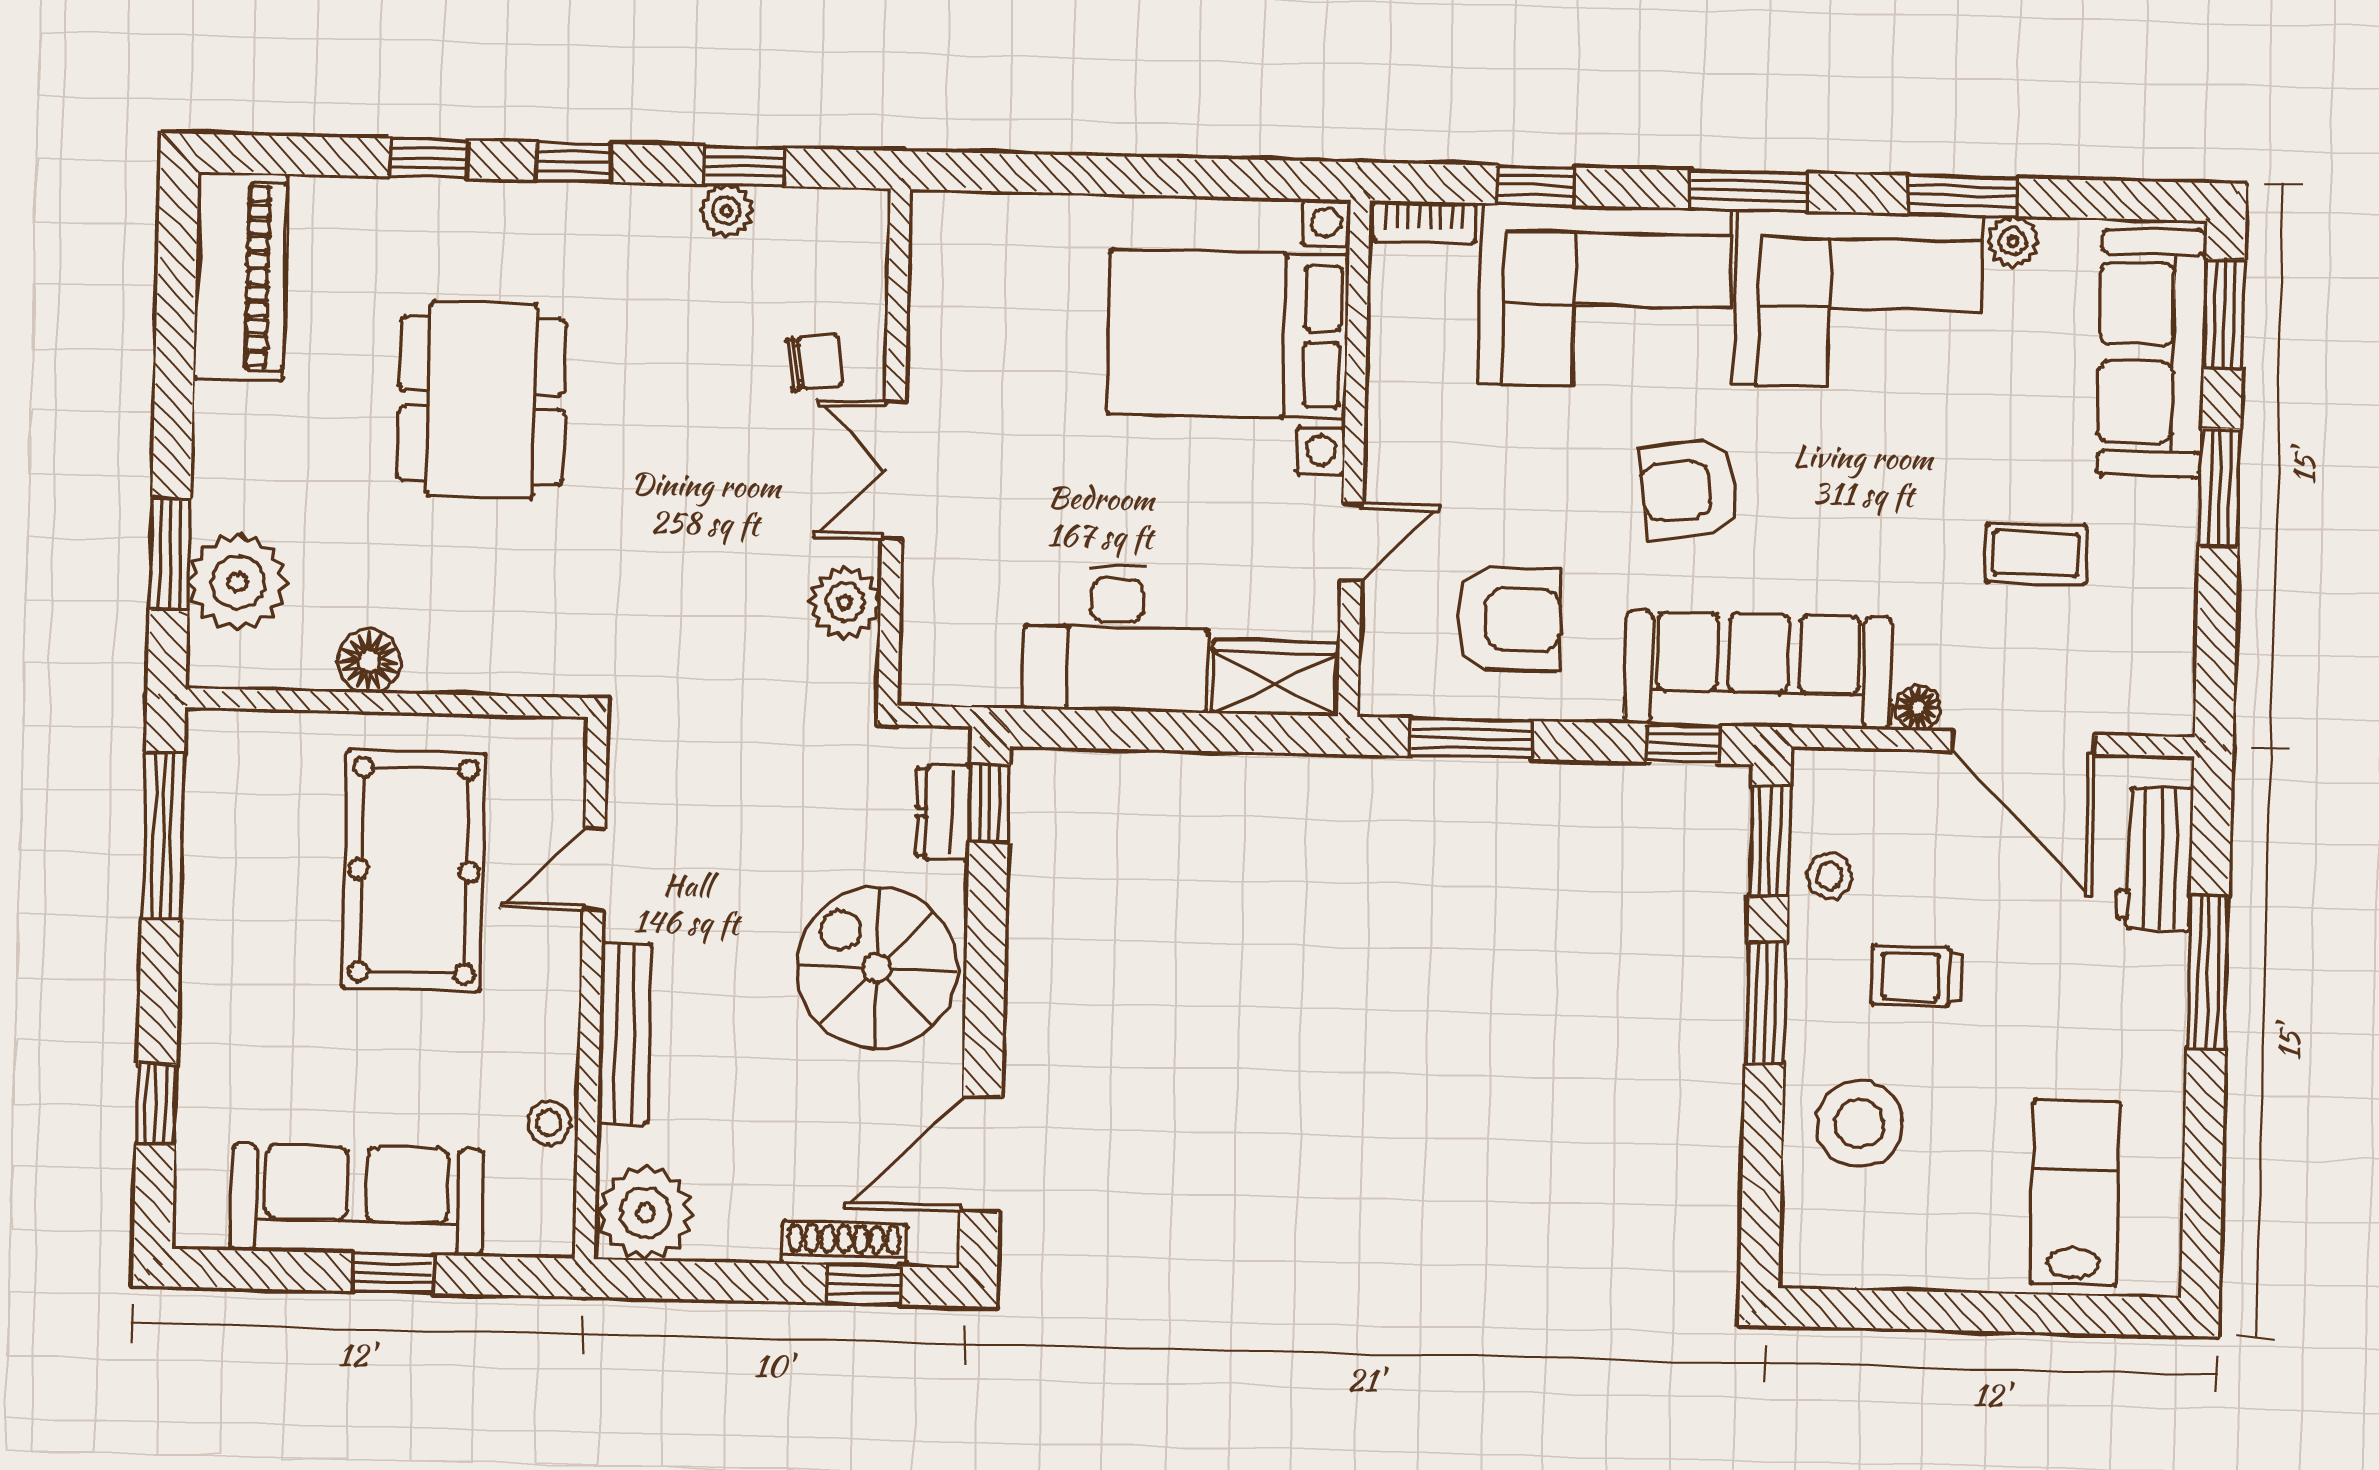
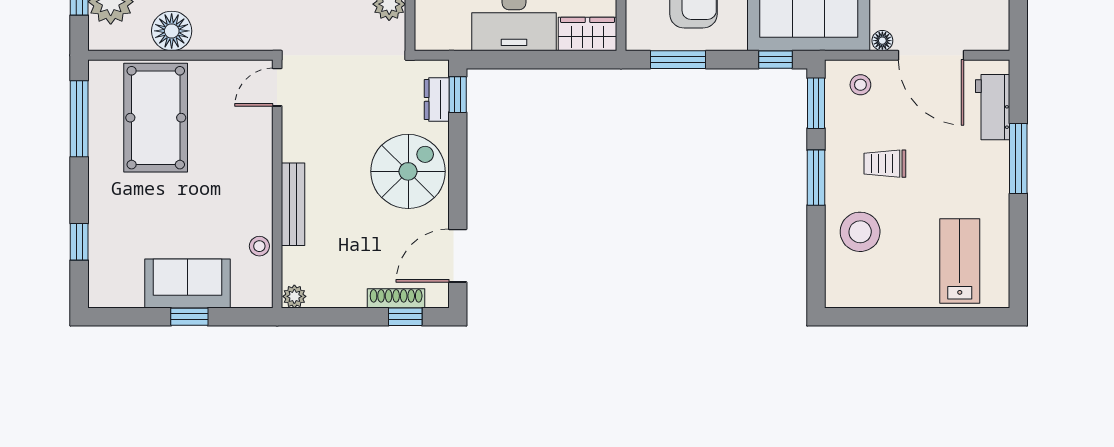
floor lamp: (369, 661) -> (172, 31), width x1.38, depth x1.38
door: (594, 869) -> (277, 87), moved
pool table: (414, 871) -> (156, 118), moved
stool: (1830, 876) -> (860, 85), moved
spiral stairs: (877, 968) -> (408, 171), turned 90
sofa: (357, 1200) -> (188, 284), width x0.73
plant: (645, 1213) -> (294, 296), width x0.53, depth x0.53

